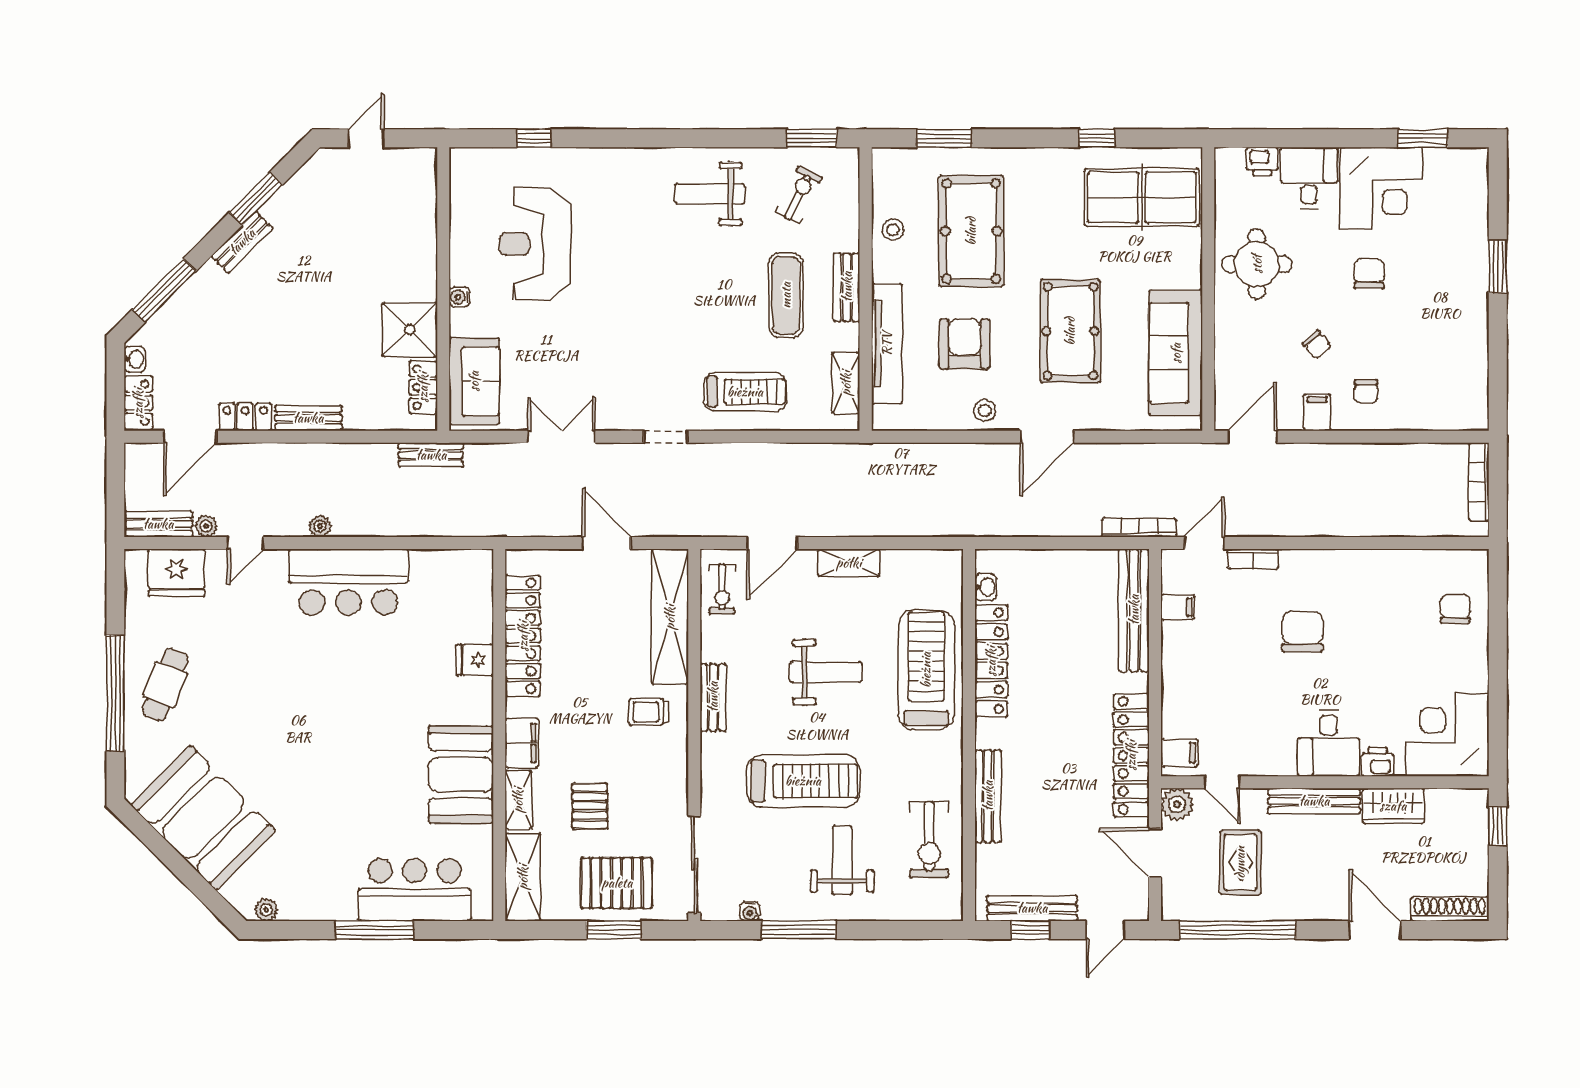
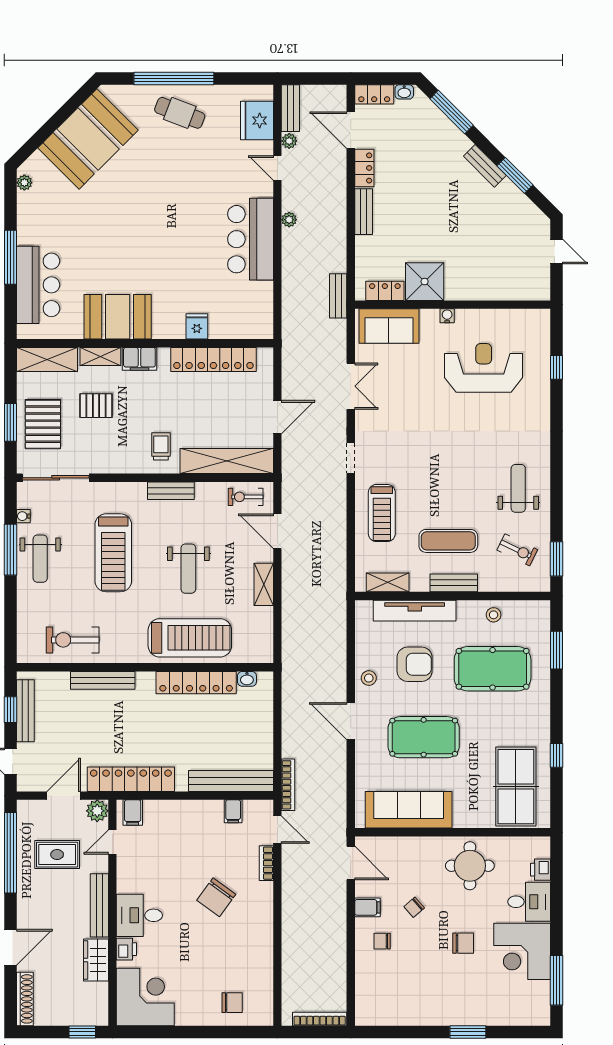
window: (1423, 138) -> (557, 980), width x1.44
chair: (1302, 632) -> (216, 897), turned 126
weight bench: (842, 860) -> (40, 559), moved, turned 90

